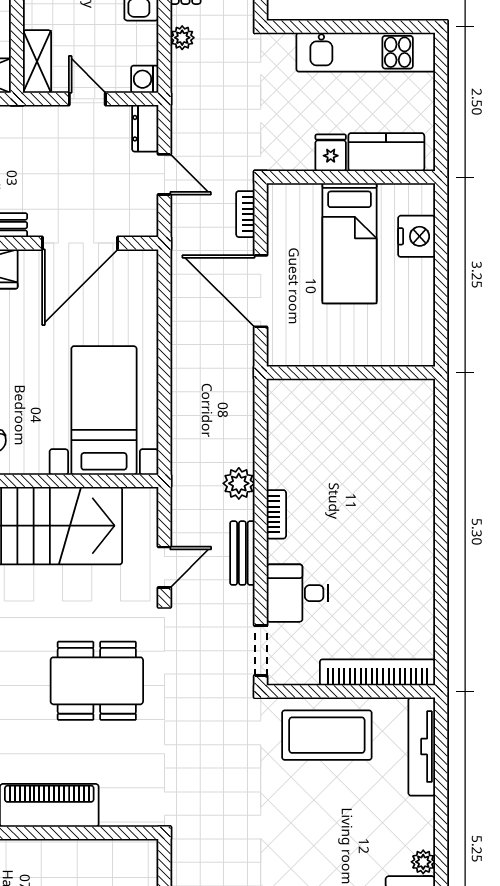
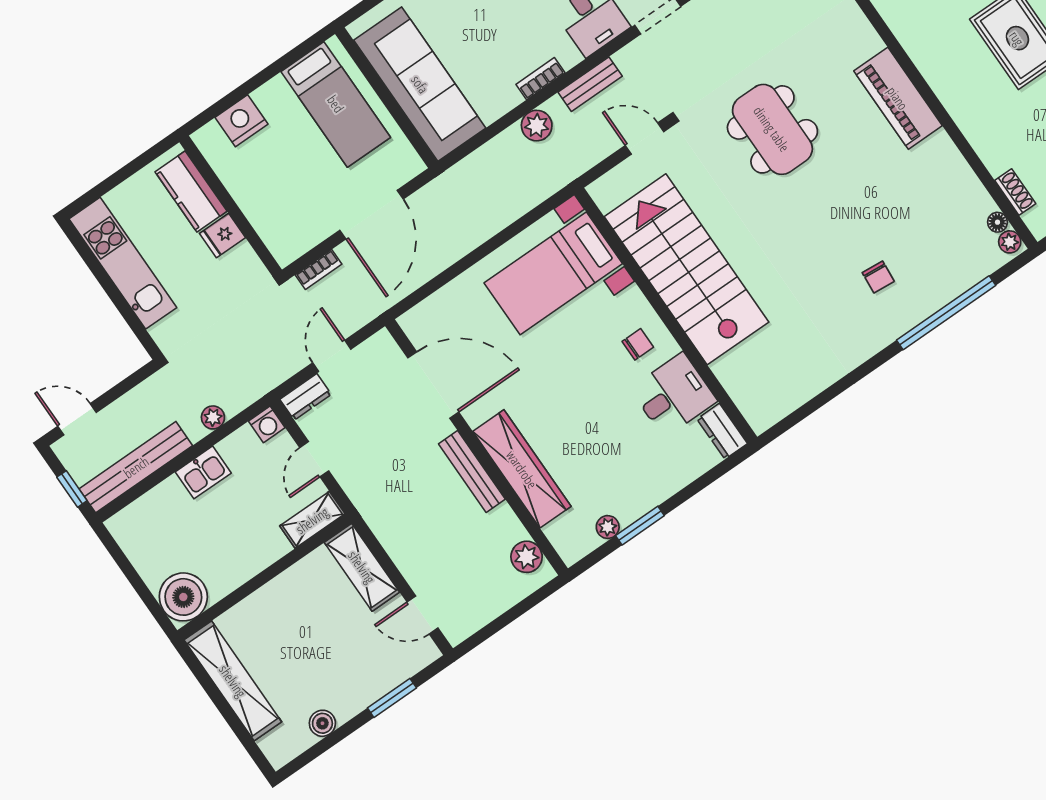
bed: (350, 243) -> (336, 104), moved, turned 90
sofa: (343, 409) -> (420, 84), added

